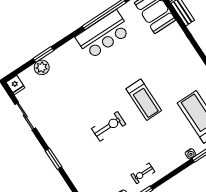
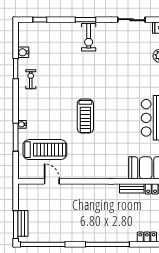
treadmill: (144, 100) -> (85, 116), turned -90
exercise bike: (109, 126) -> (89, 37), moved

